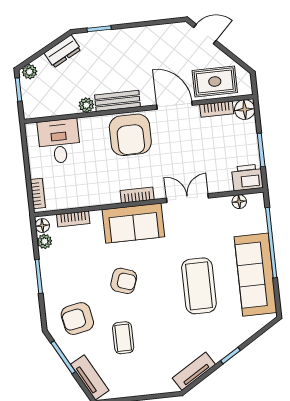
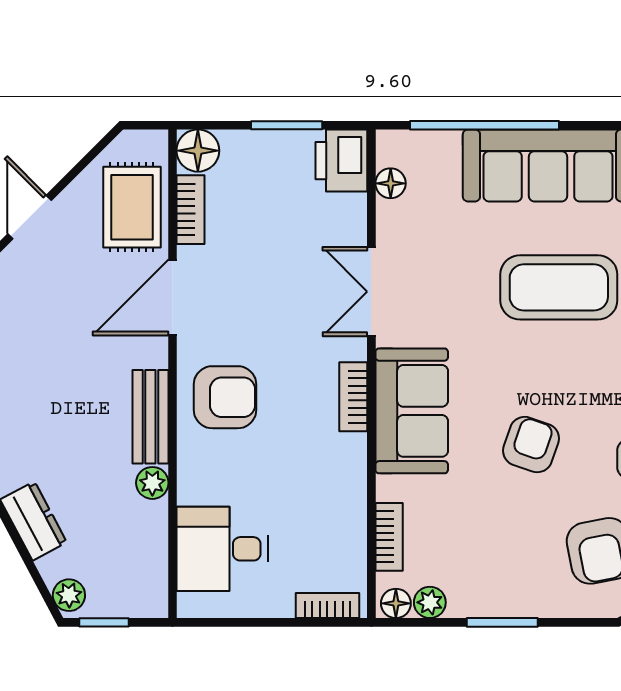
armchair: (130, 135) -> (225, 397), width x0.73, depth x0.73

